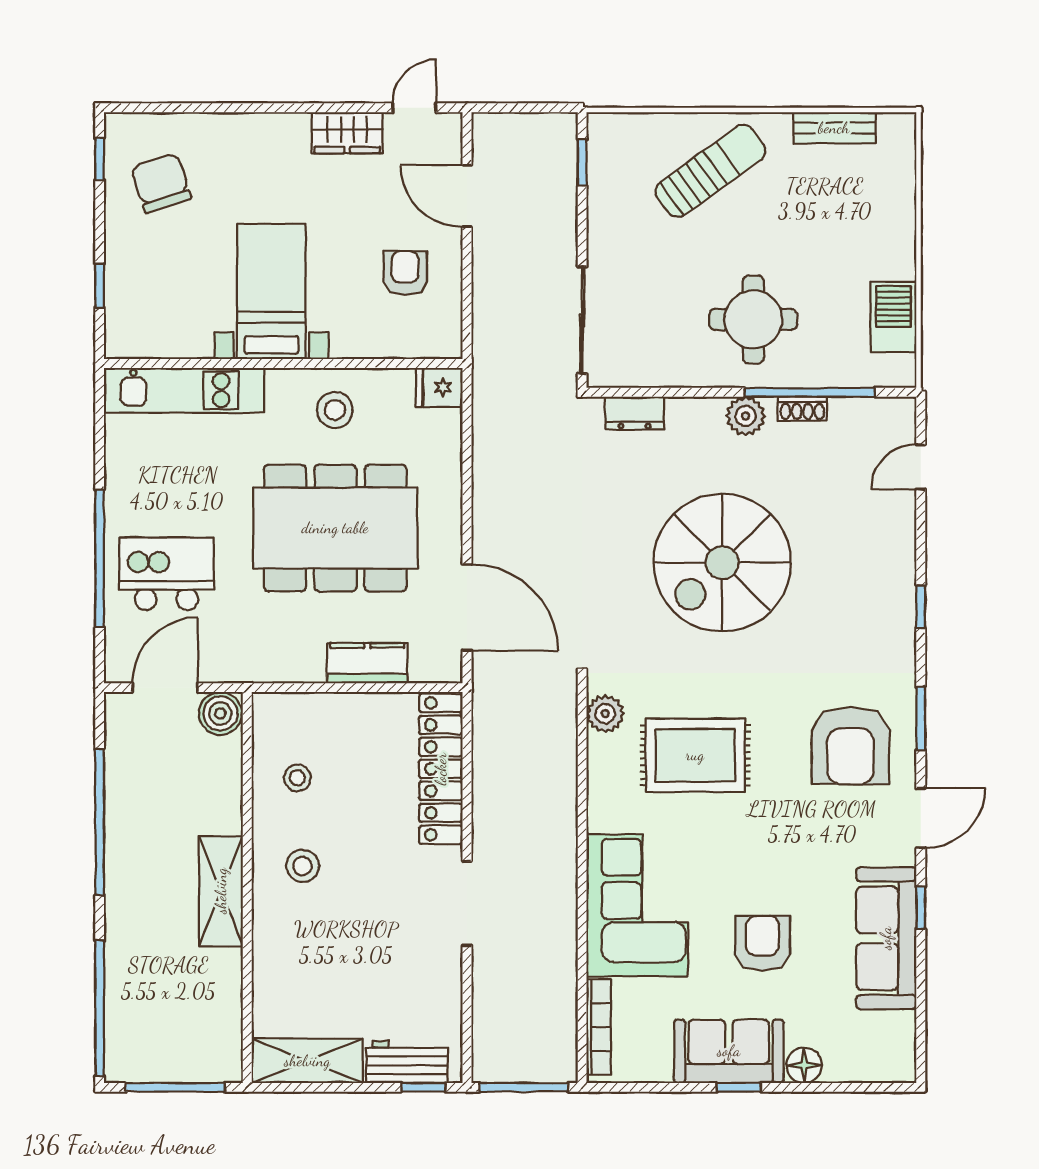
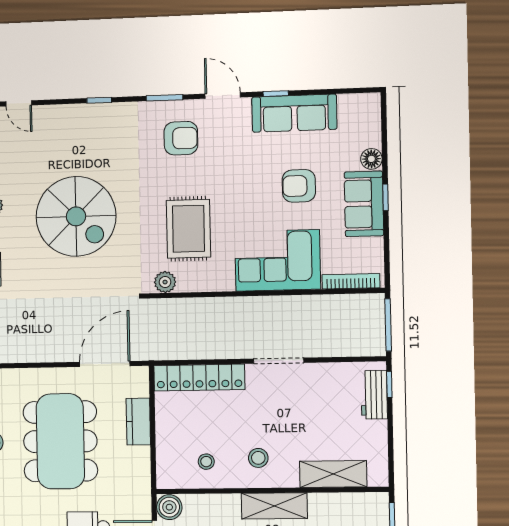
armchair: (850, 745) -> (181, 138), width x0.73, depth x0.73
shelving: (307, 1061) -> (333, 474), moved, turned 90

